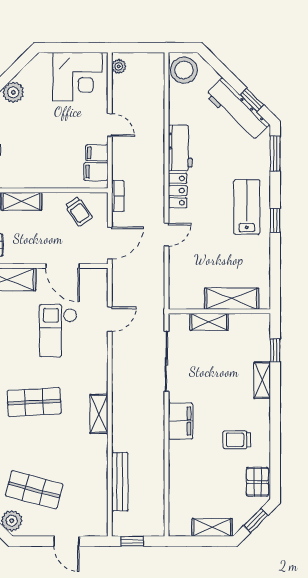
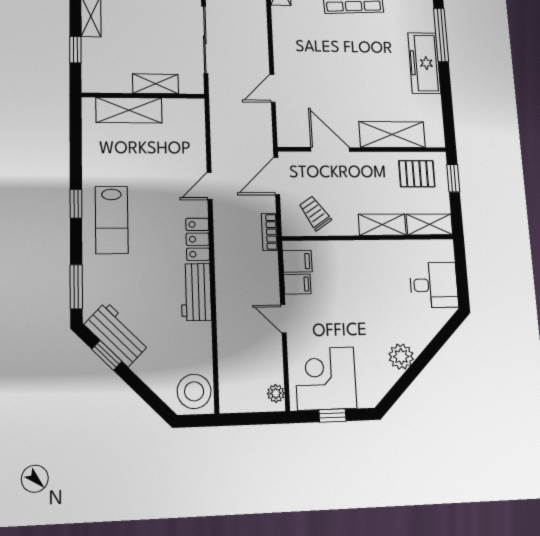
window: (73, 48) -> (333, 415), added
workbench: (237, 110) -> (117, 334), width x0.73
checkout: (58, 331) -> (331, 76), removed

